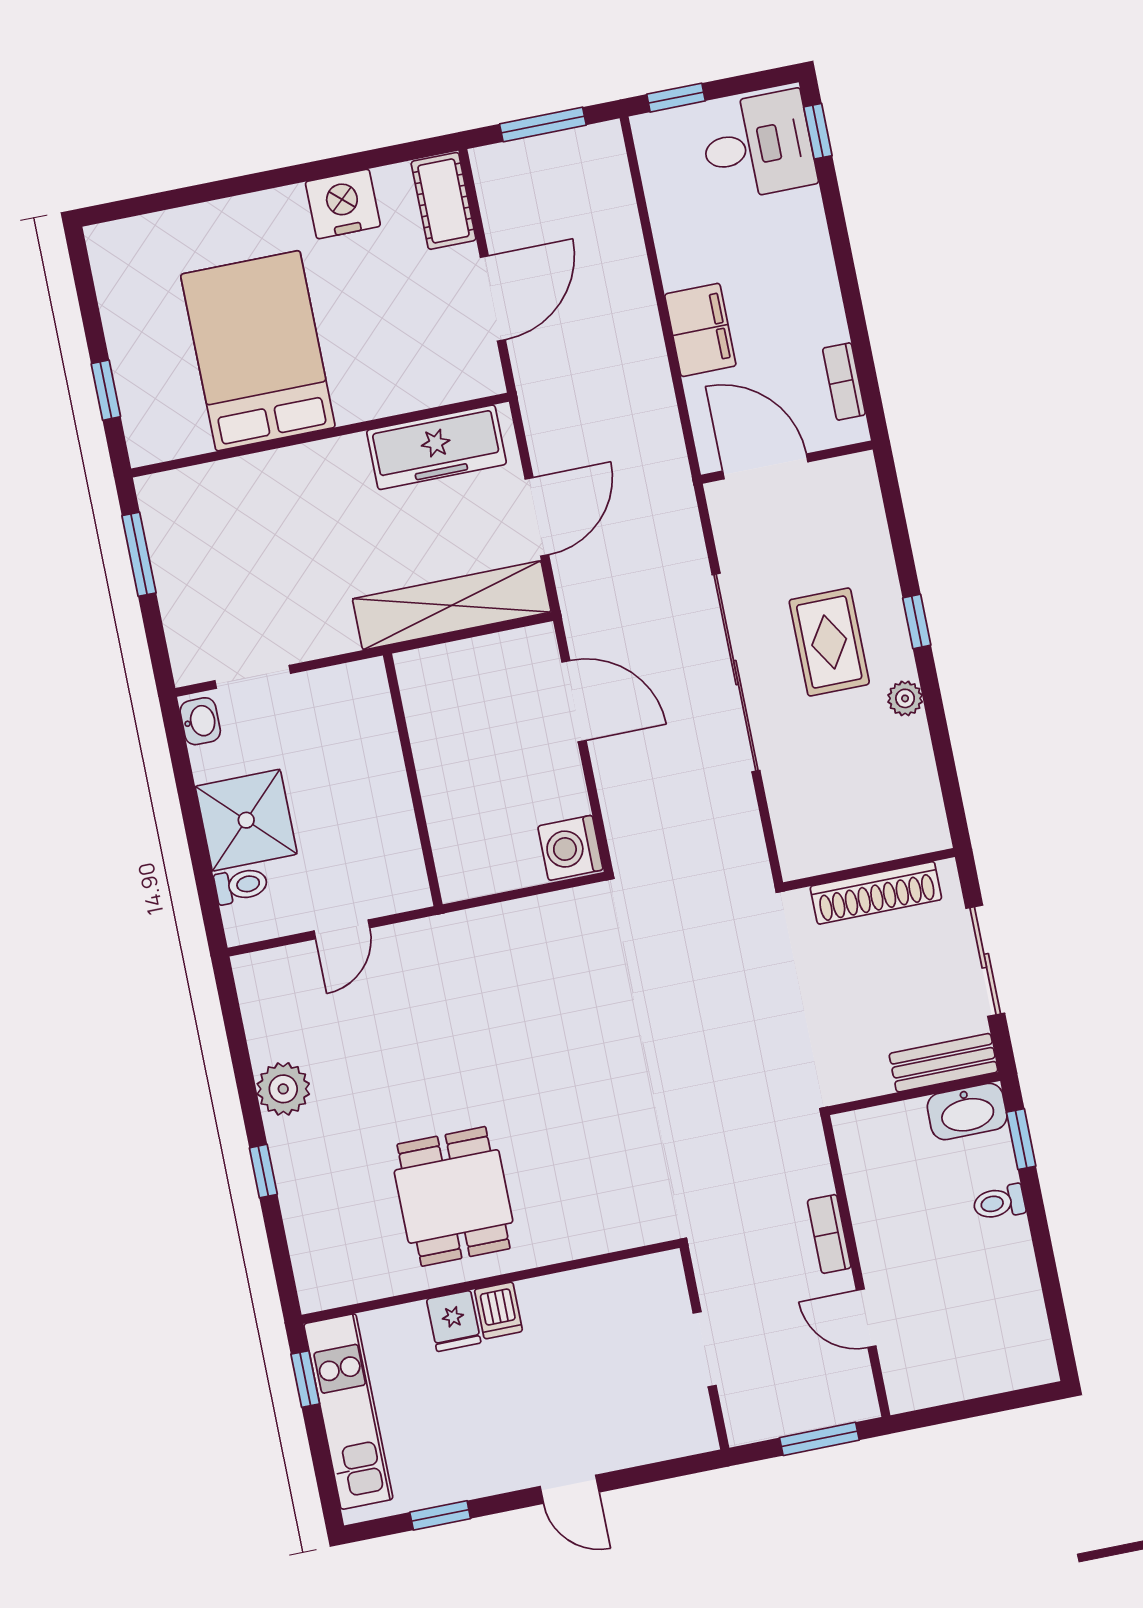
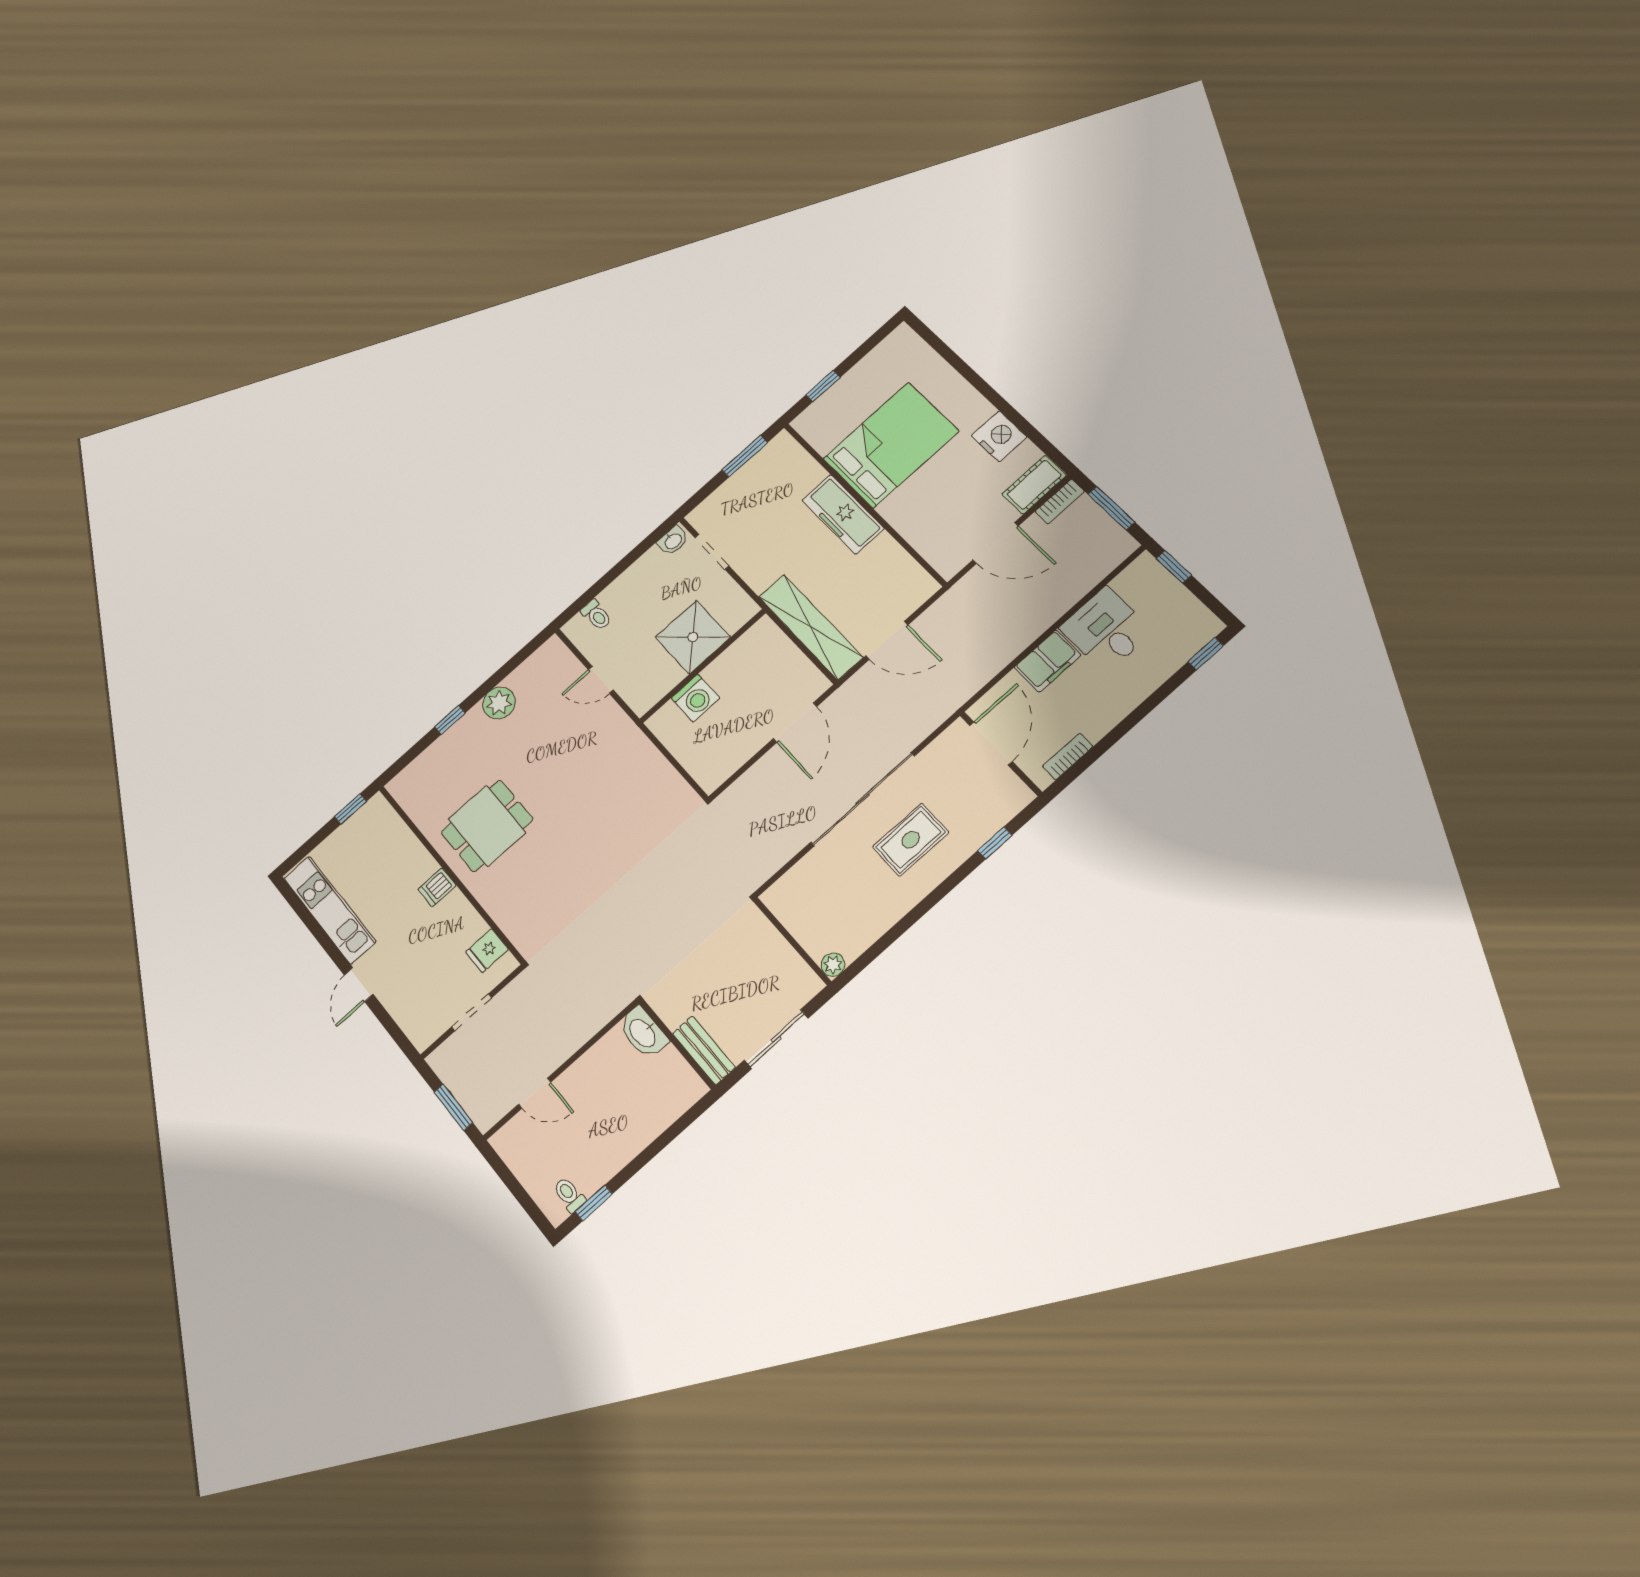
desk: (758, 146) -> (1106, 630), moved, turned 180
freezer: (436, 447) -> (843, 514), moved
window: (917, 621) -> (995, 843), moved
plant: (905, 698) -> (833, 965), moved
shower: (246, 820) -> (693, 637), moved
washing machine: (570, 848) -> (696, 698), moved, turned 180
shoe rack: (876, 893) -> (781, 953), removed
washbasin: (967, 1111) -> (643, 1033), moved
window: (1021, 1139) -> (594, 1203), moved
toilet: (999, 1203) -> (569, 1195), moved
bookcase: (829, 1234) -> (1060, 501), moved, turned 180
door: (866, 1318) -> (535, 1093), swing flipped
fridge: (454, 1321) -> (487, 951), moved
kitchen unit: (348, 1411) -> (330, 910), moved, turned -90
window: (440, 1515) -> (312, 924), removed

